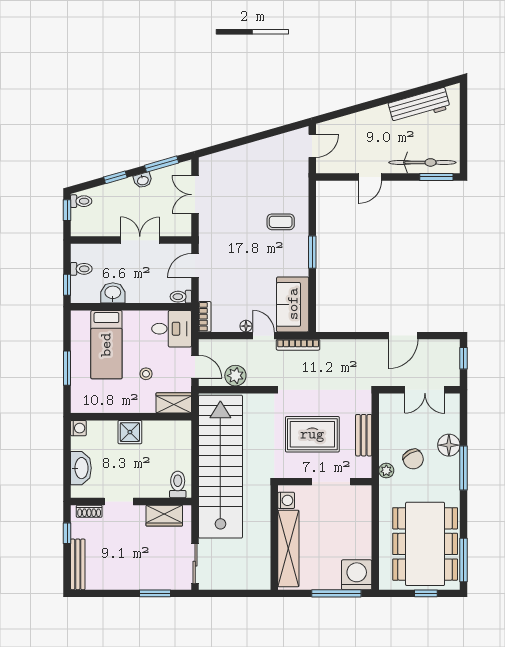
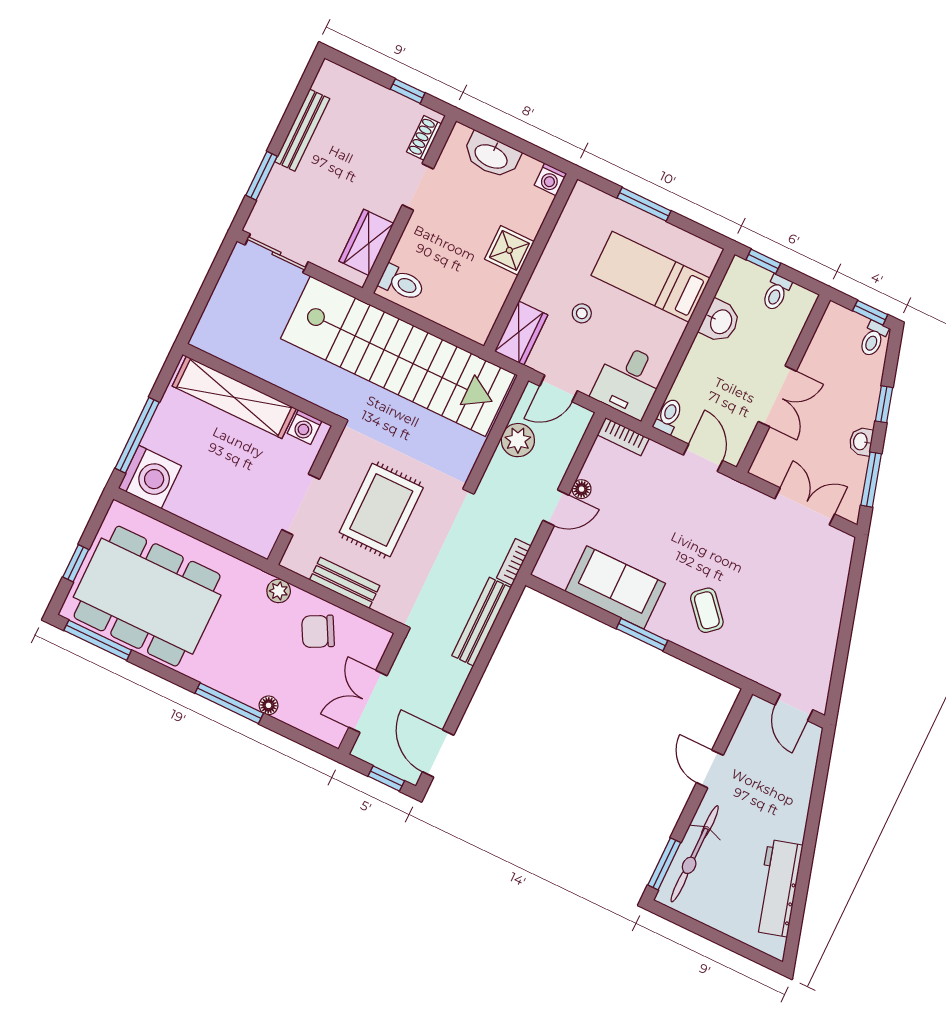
coffee table: (281, 222) -> (707, 610), turned -41
sofa: (293, 304) -> (615, 587), moved
door: (403, 336) -> (438, 753), moved
bookcase: (298, 345) -> (514, 562), width x0.64
bench: (348, 347) -> (481, 622), added
floor lamp: (449, 445) -> (269, 705), width x0.53, depth x0.53
chair: (413, 459) -> (318, 631), moved
bench: (78, 564) -> (302, 130), moved, turned 90

